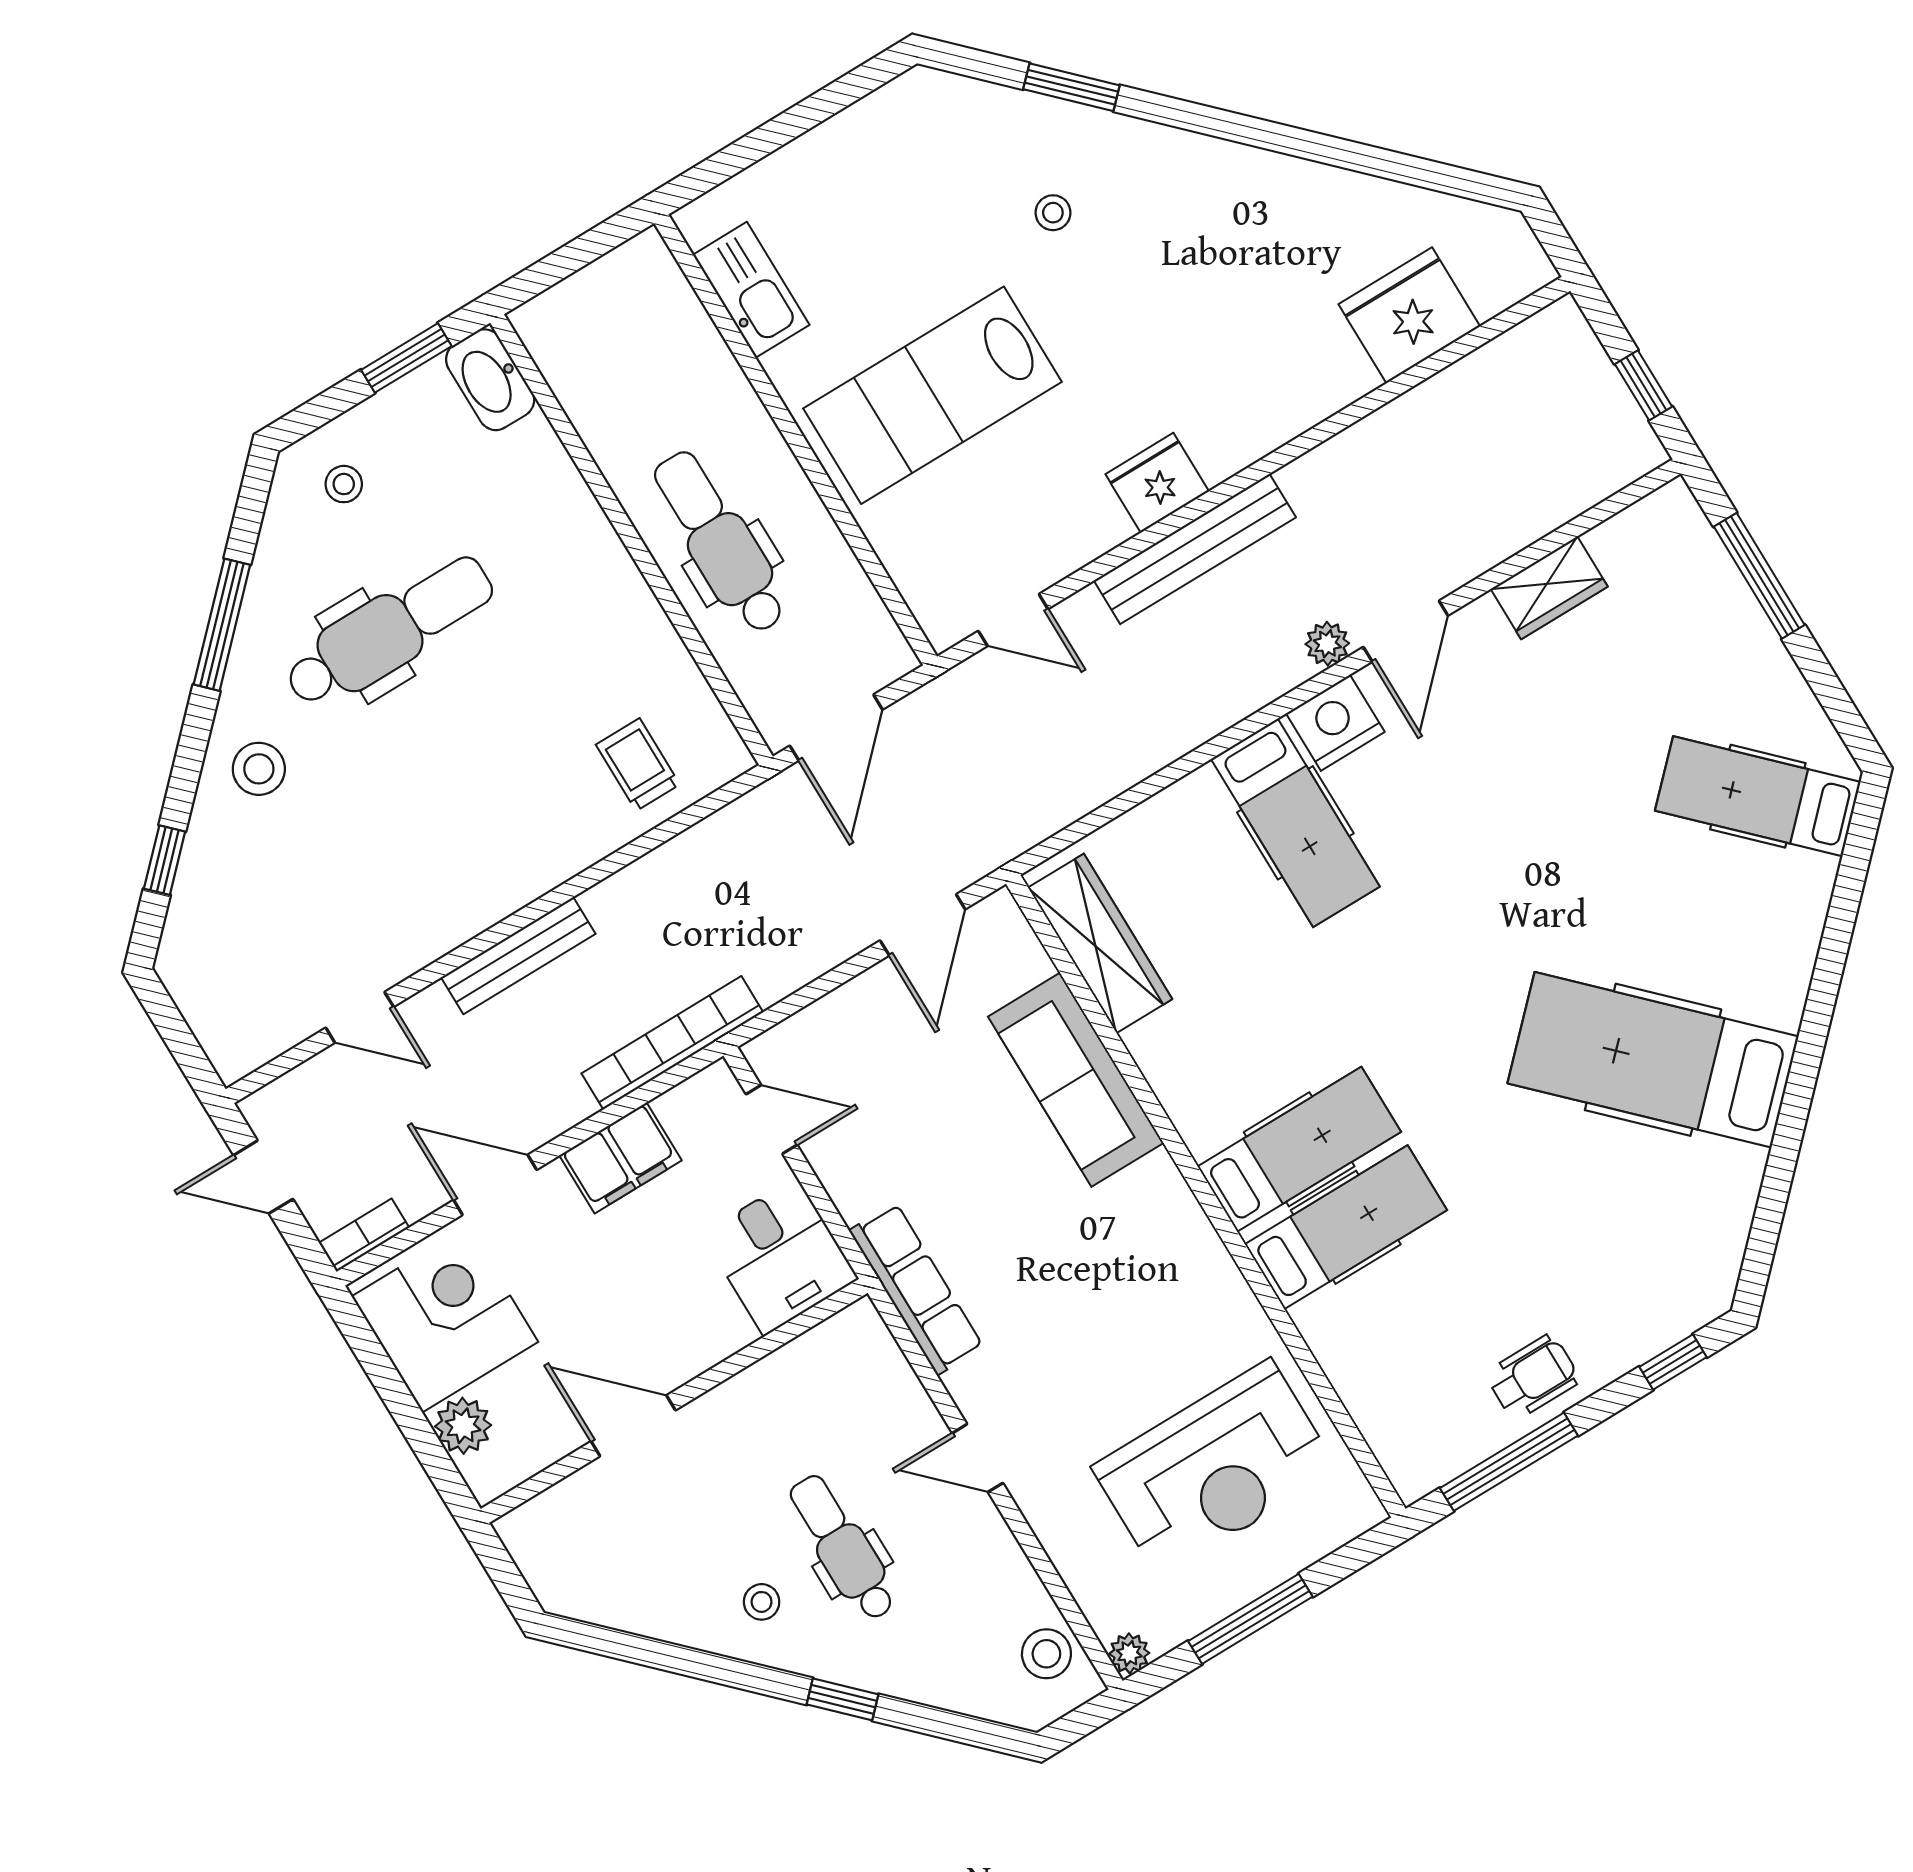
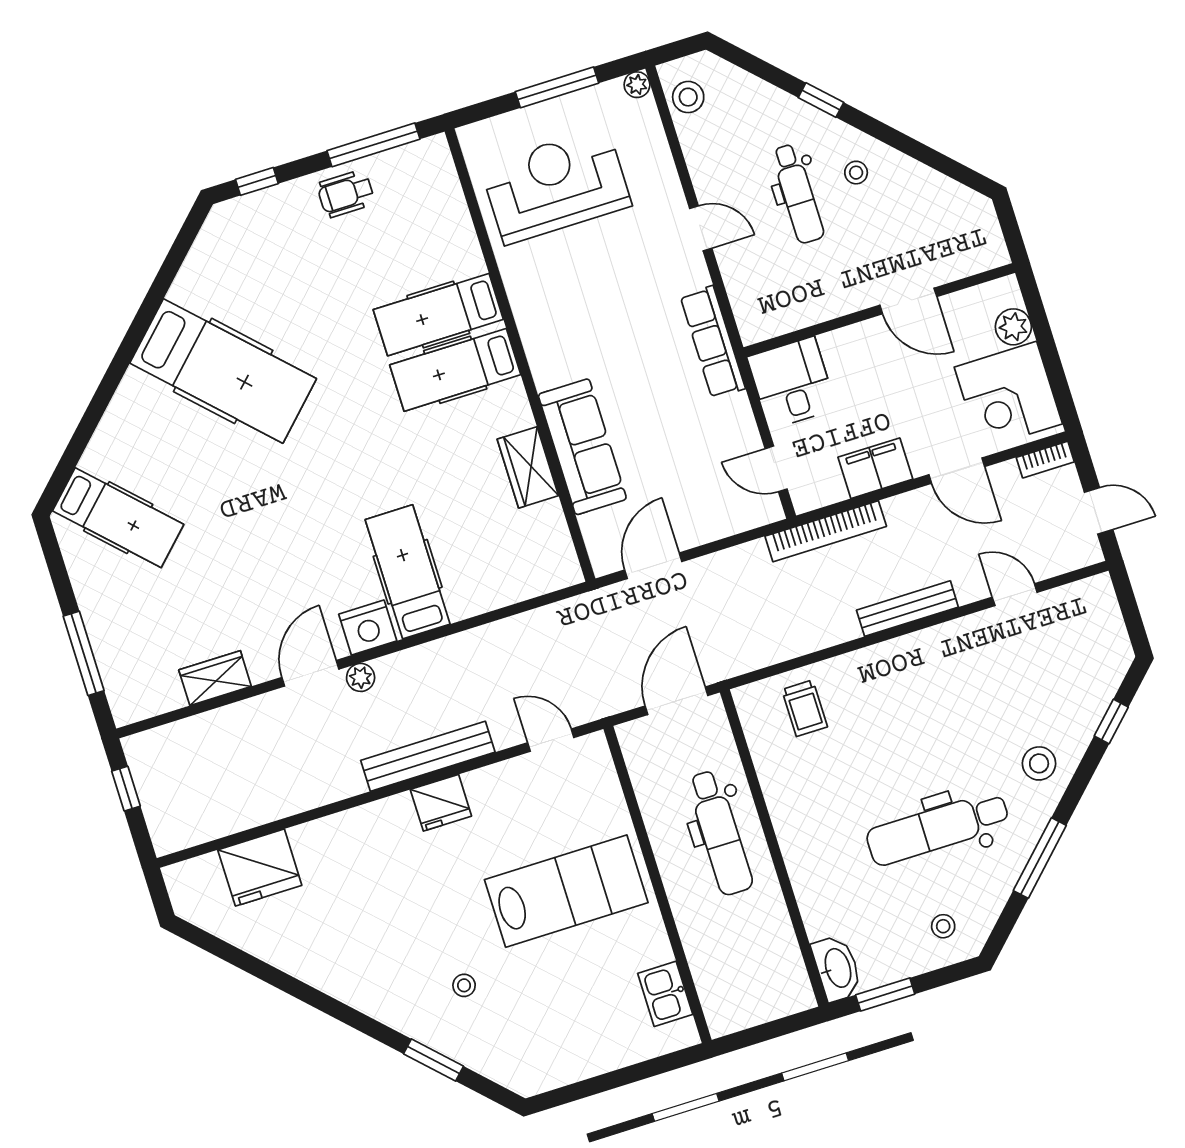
kitchen sink: (751, 290) -> (665, 994), width x0.73
wardrobe: (1100, 943) -> (528, 467), moved, width x0.67

